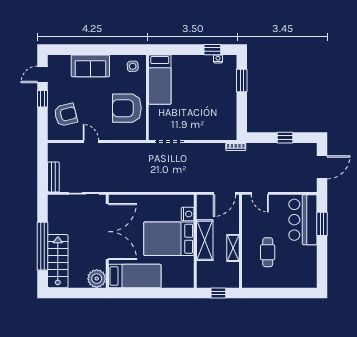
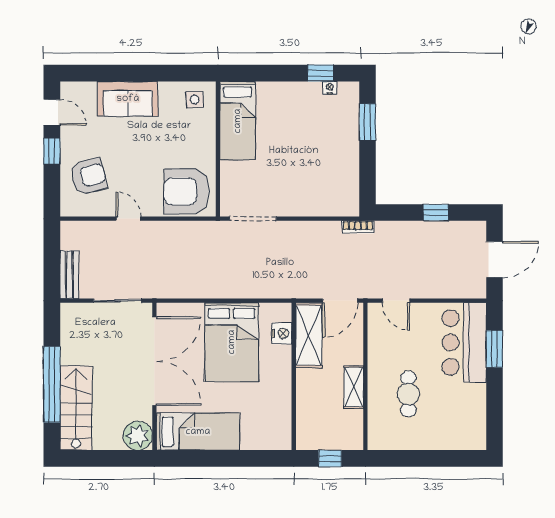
door: (43, 74) -> (52, 112), swing flipped
armchair: (127, 108) -> (187, 191), moved
bed: (169, 239) -> (232, 342), moved, turned -90
shelving: (205, 240) -> (309, 335), moved

